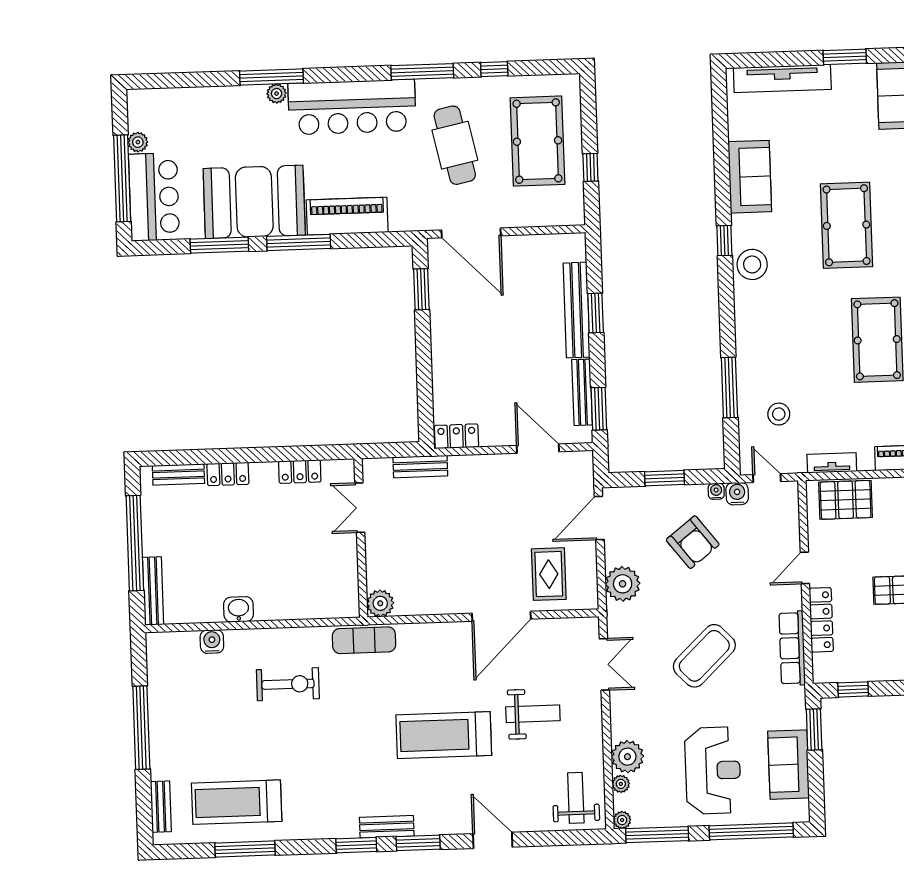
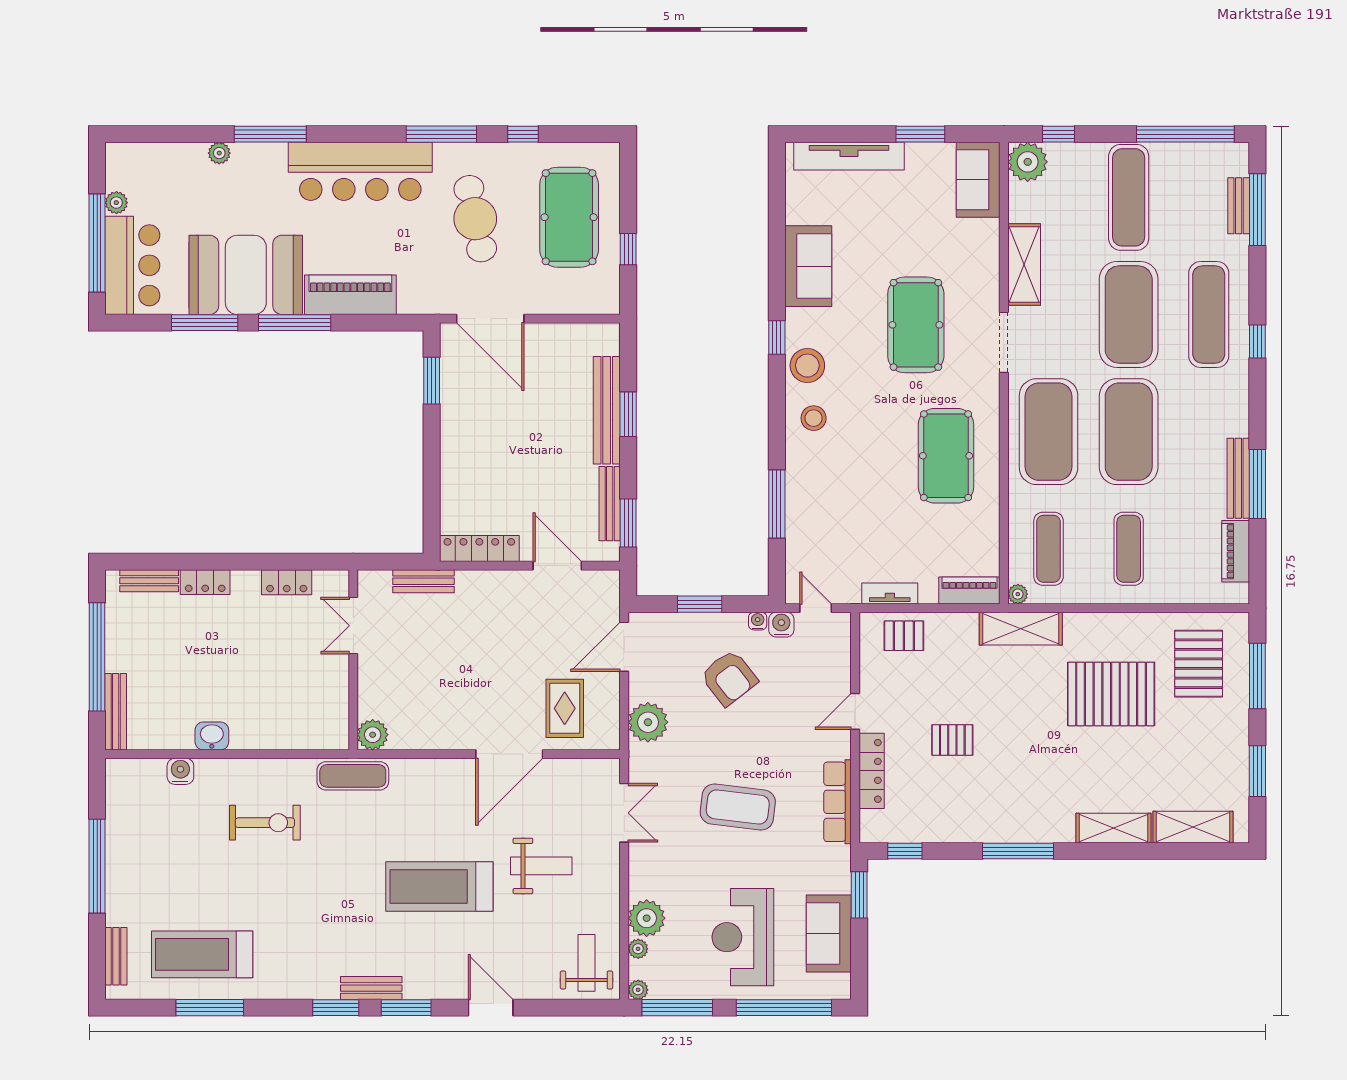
plant: (277, 94) -> (219, 153), moved
stool: (779, 414) -> (814, 418), moved
locker: (456, 436) -> (479, 548), width x1.53
pallet: (846, 500) -> (904, 636), width x0.67, depth x0.71
coffee table: (704, 656) -> (738, 807), turned 51
reception desk: (713, 770) -> (743, 937), turned 180

